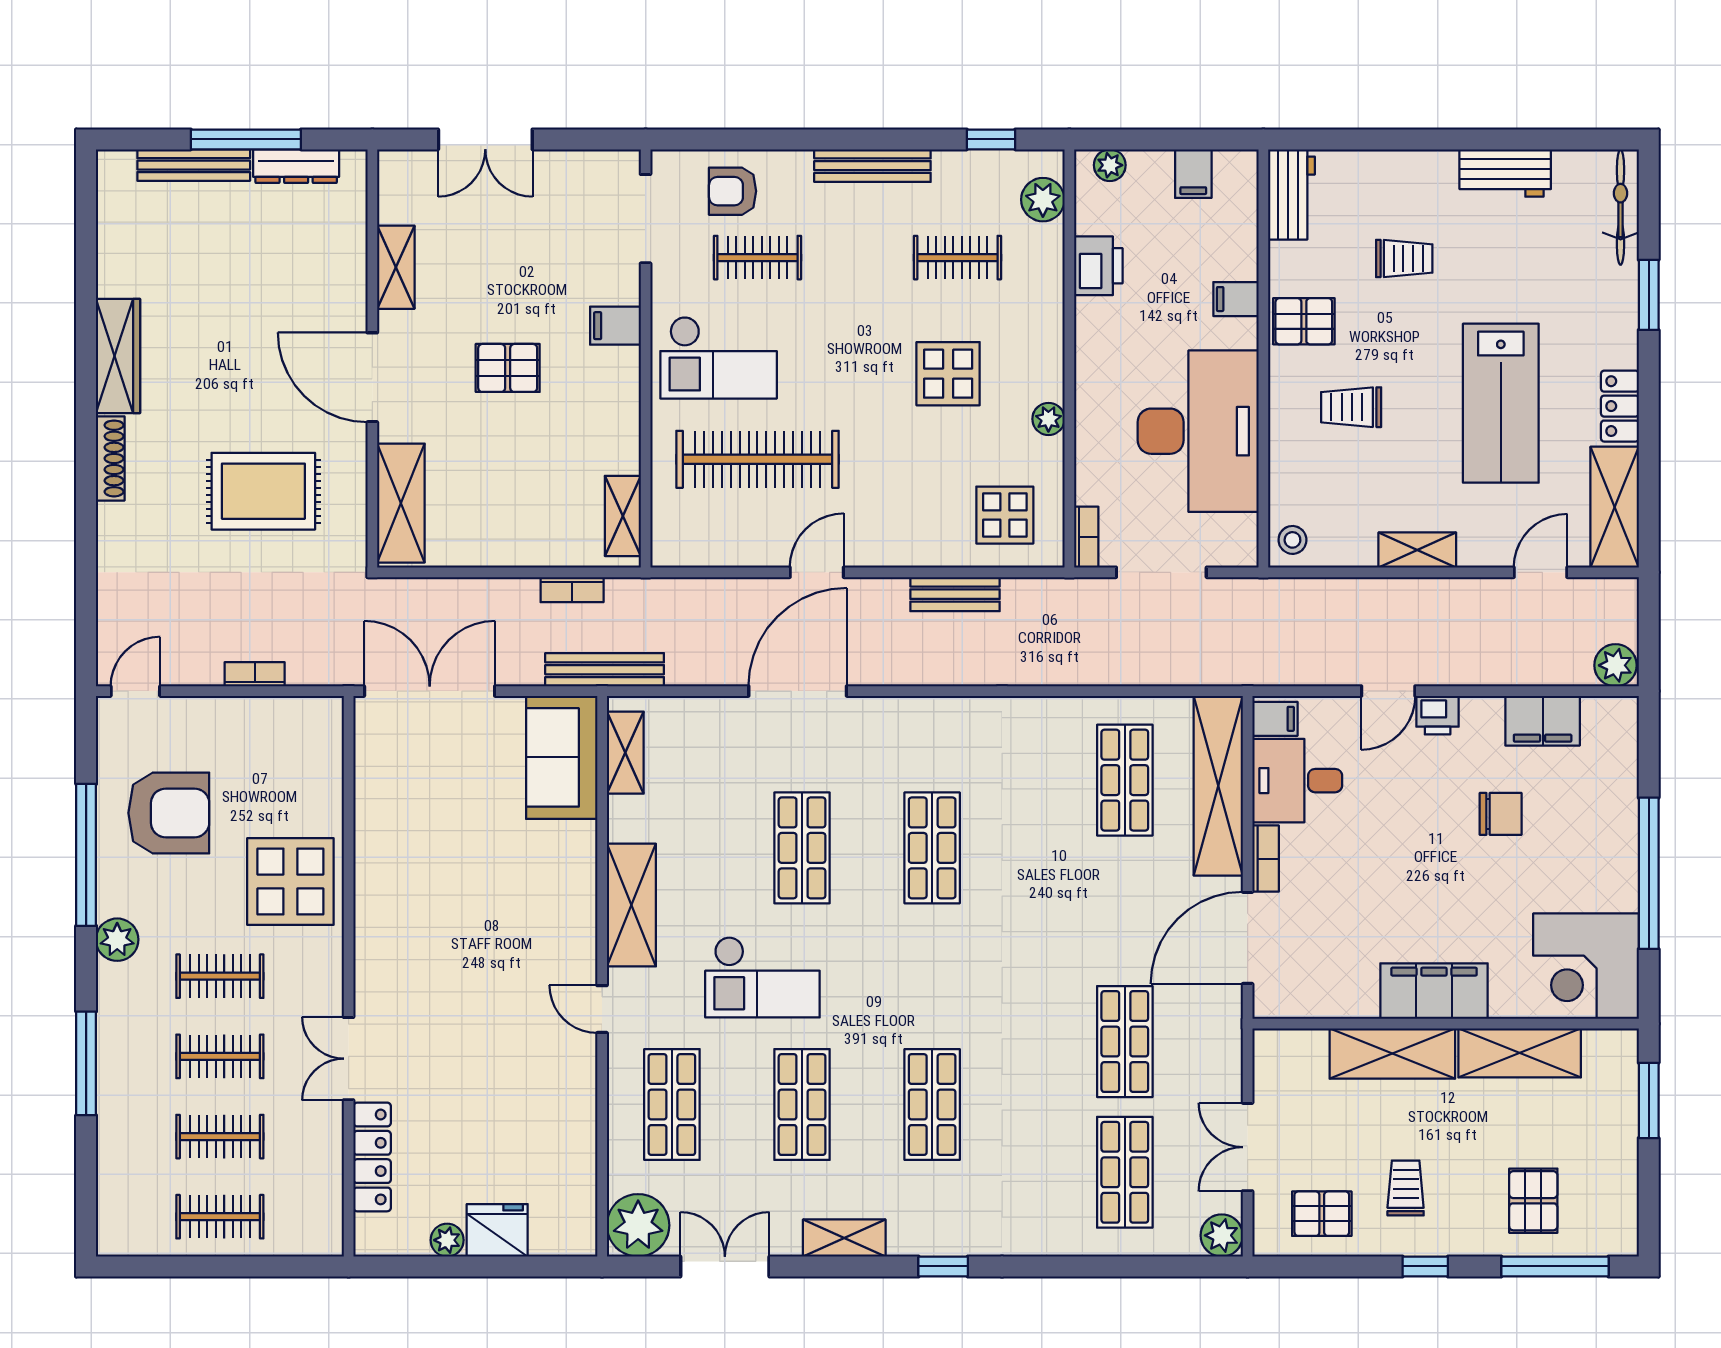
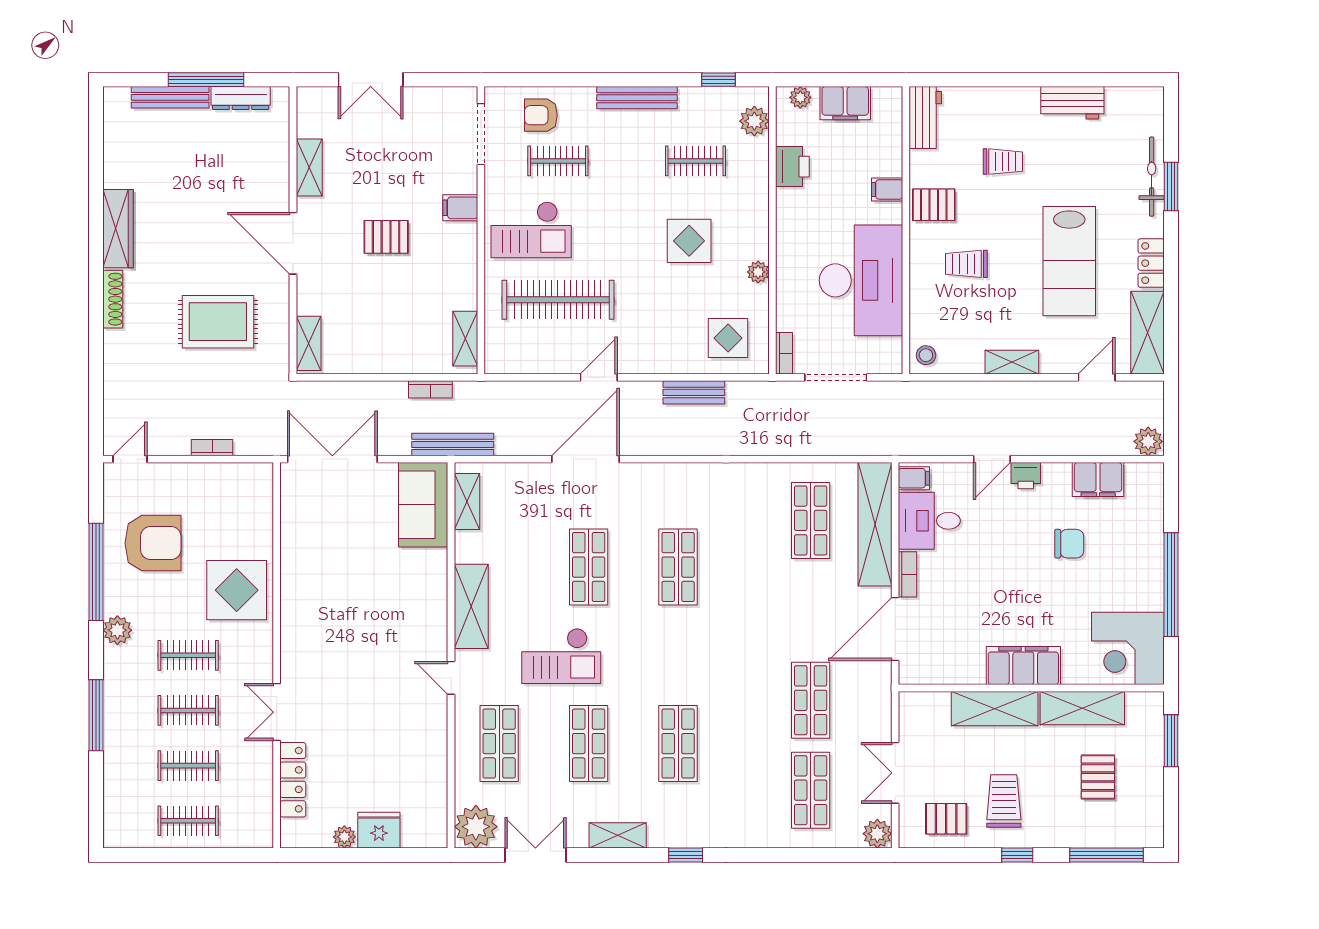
filing cabinet: (1193, 174) -> (845, 103), width x2.00
bicycle: (1621, 207) -> (1152, 177), moved
shelving: (401, 503) -> (309, 343), width x0.67, depth x0.75
trolley: (1406, 1188) -> (1004, 801), width x1.36, depth x1.39
pallet: (1533, 1201) -> (1098, 777), moved

